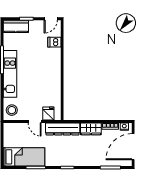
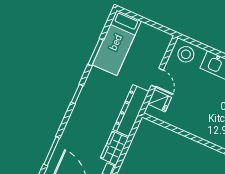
door: (35, 122) -> (157, 78), swing flipped

